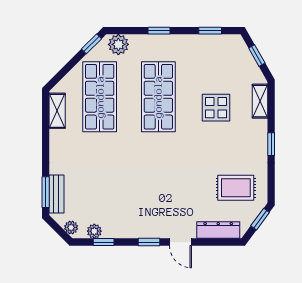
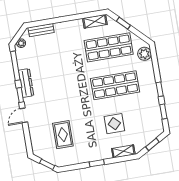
window: (159, 31) -> (160, 89), moved
window: (92, 44) -> (123, 23), moved
rug: (236, 188) -> (63, 135), moved
window: (46, 192) -> (41, 23), removed
dresser: (218, 230) -> (26, 83), moved
plant: (94, 231) -> (21, 59), removed
window: (104, 242) -> (15, 66), width x2.17

